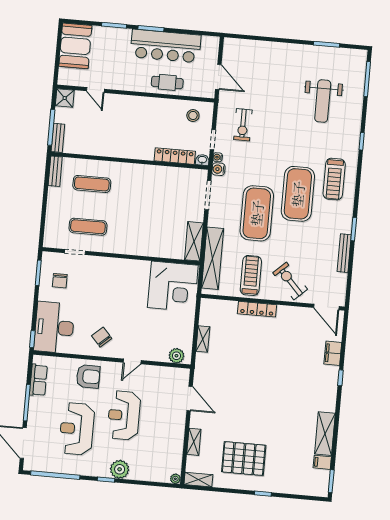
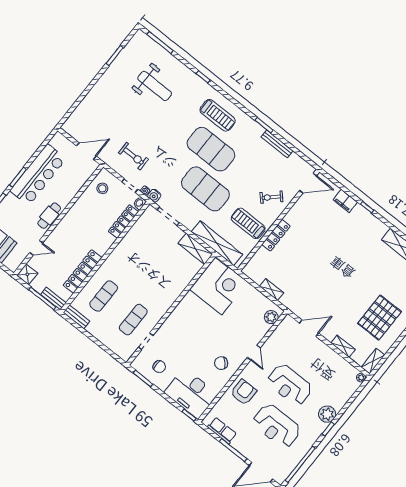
cafe table: (167, 82) -> (49, 216), moved
locker: (102, 149) -> (83, 271), added
exercise bike: (290, 281) -> (271, 197), width x0.73, depth x0.72

